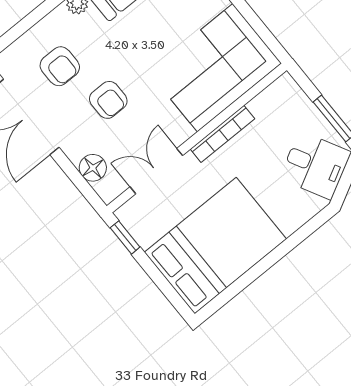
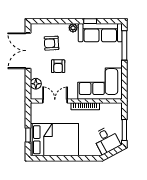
armchair: (60, 66) -> (51, 43), turned 87
window: (125, 237) -> (28, 135), moved

